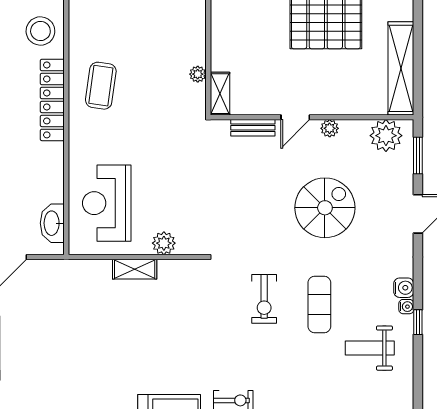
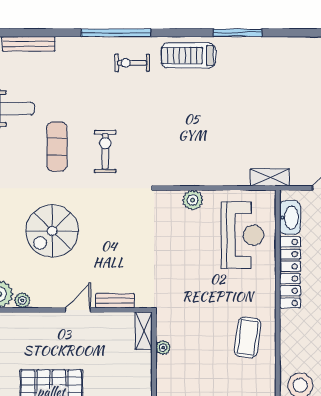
locker: (52, 100) -> (290, 272), moved
plant: (330, 128) -> (22, 300), moved
shelving: (135, 269) -> (270, 177), moved

